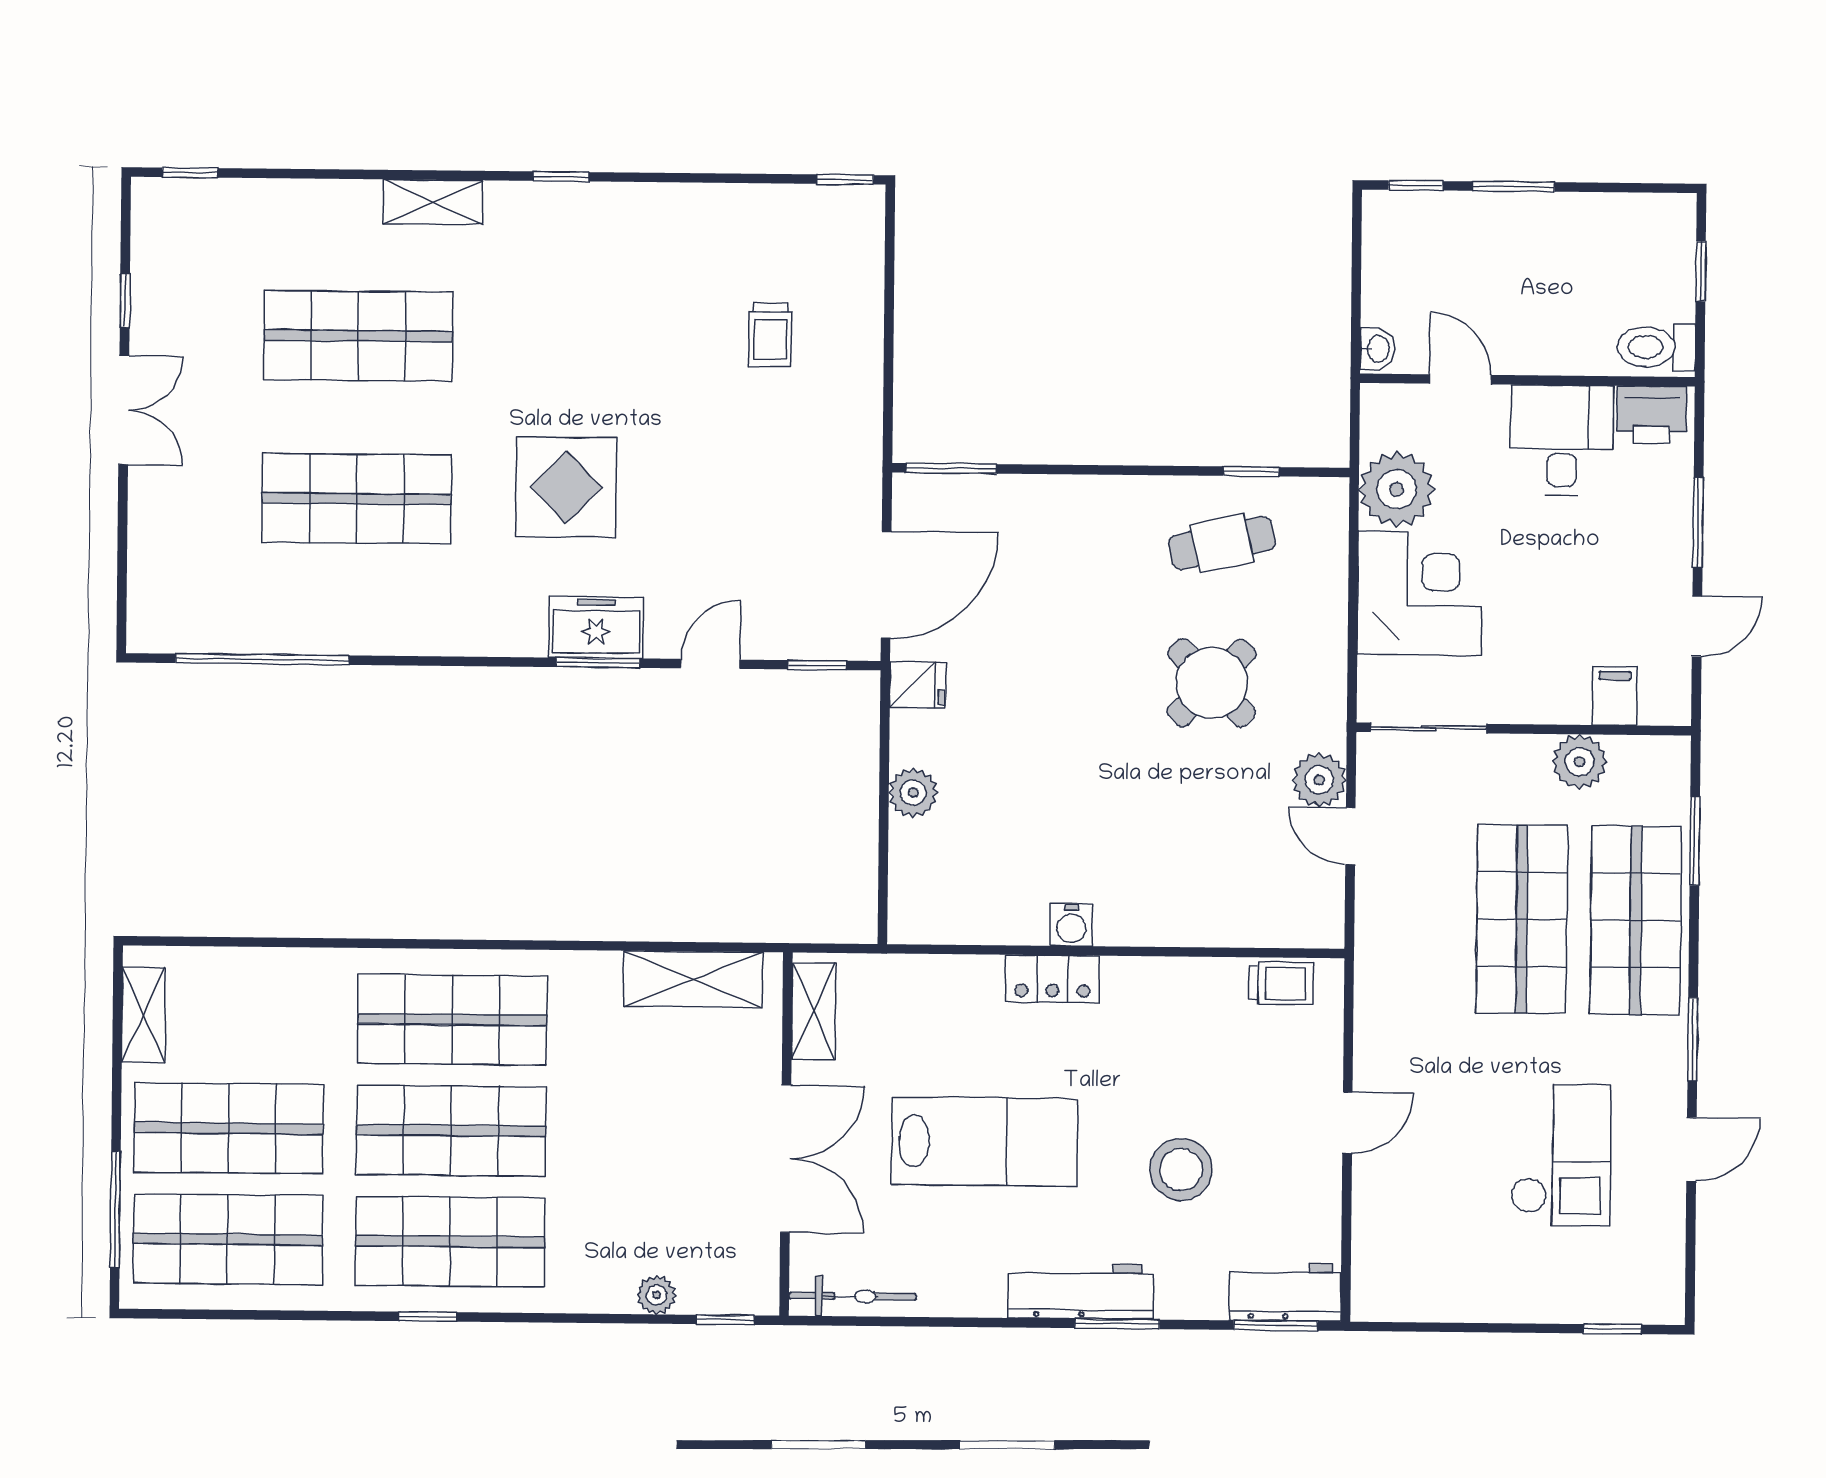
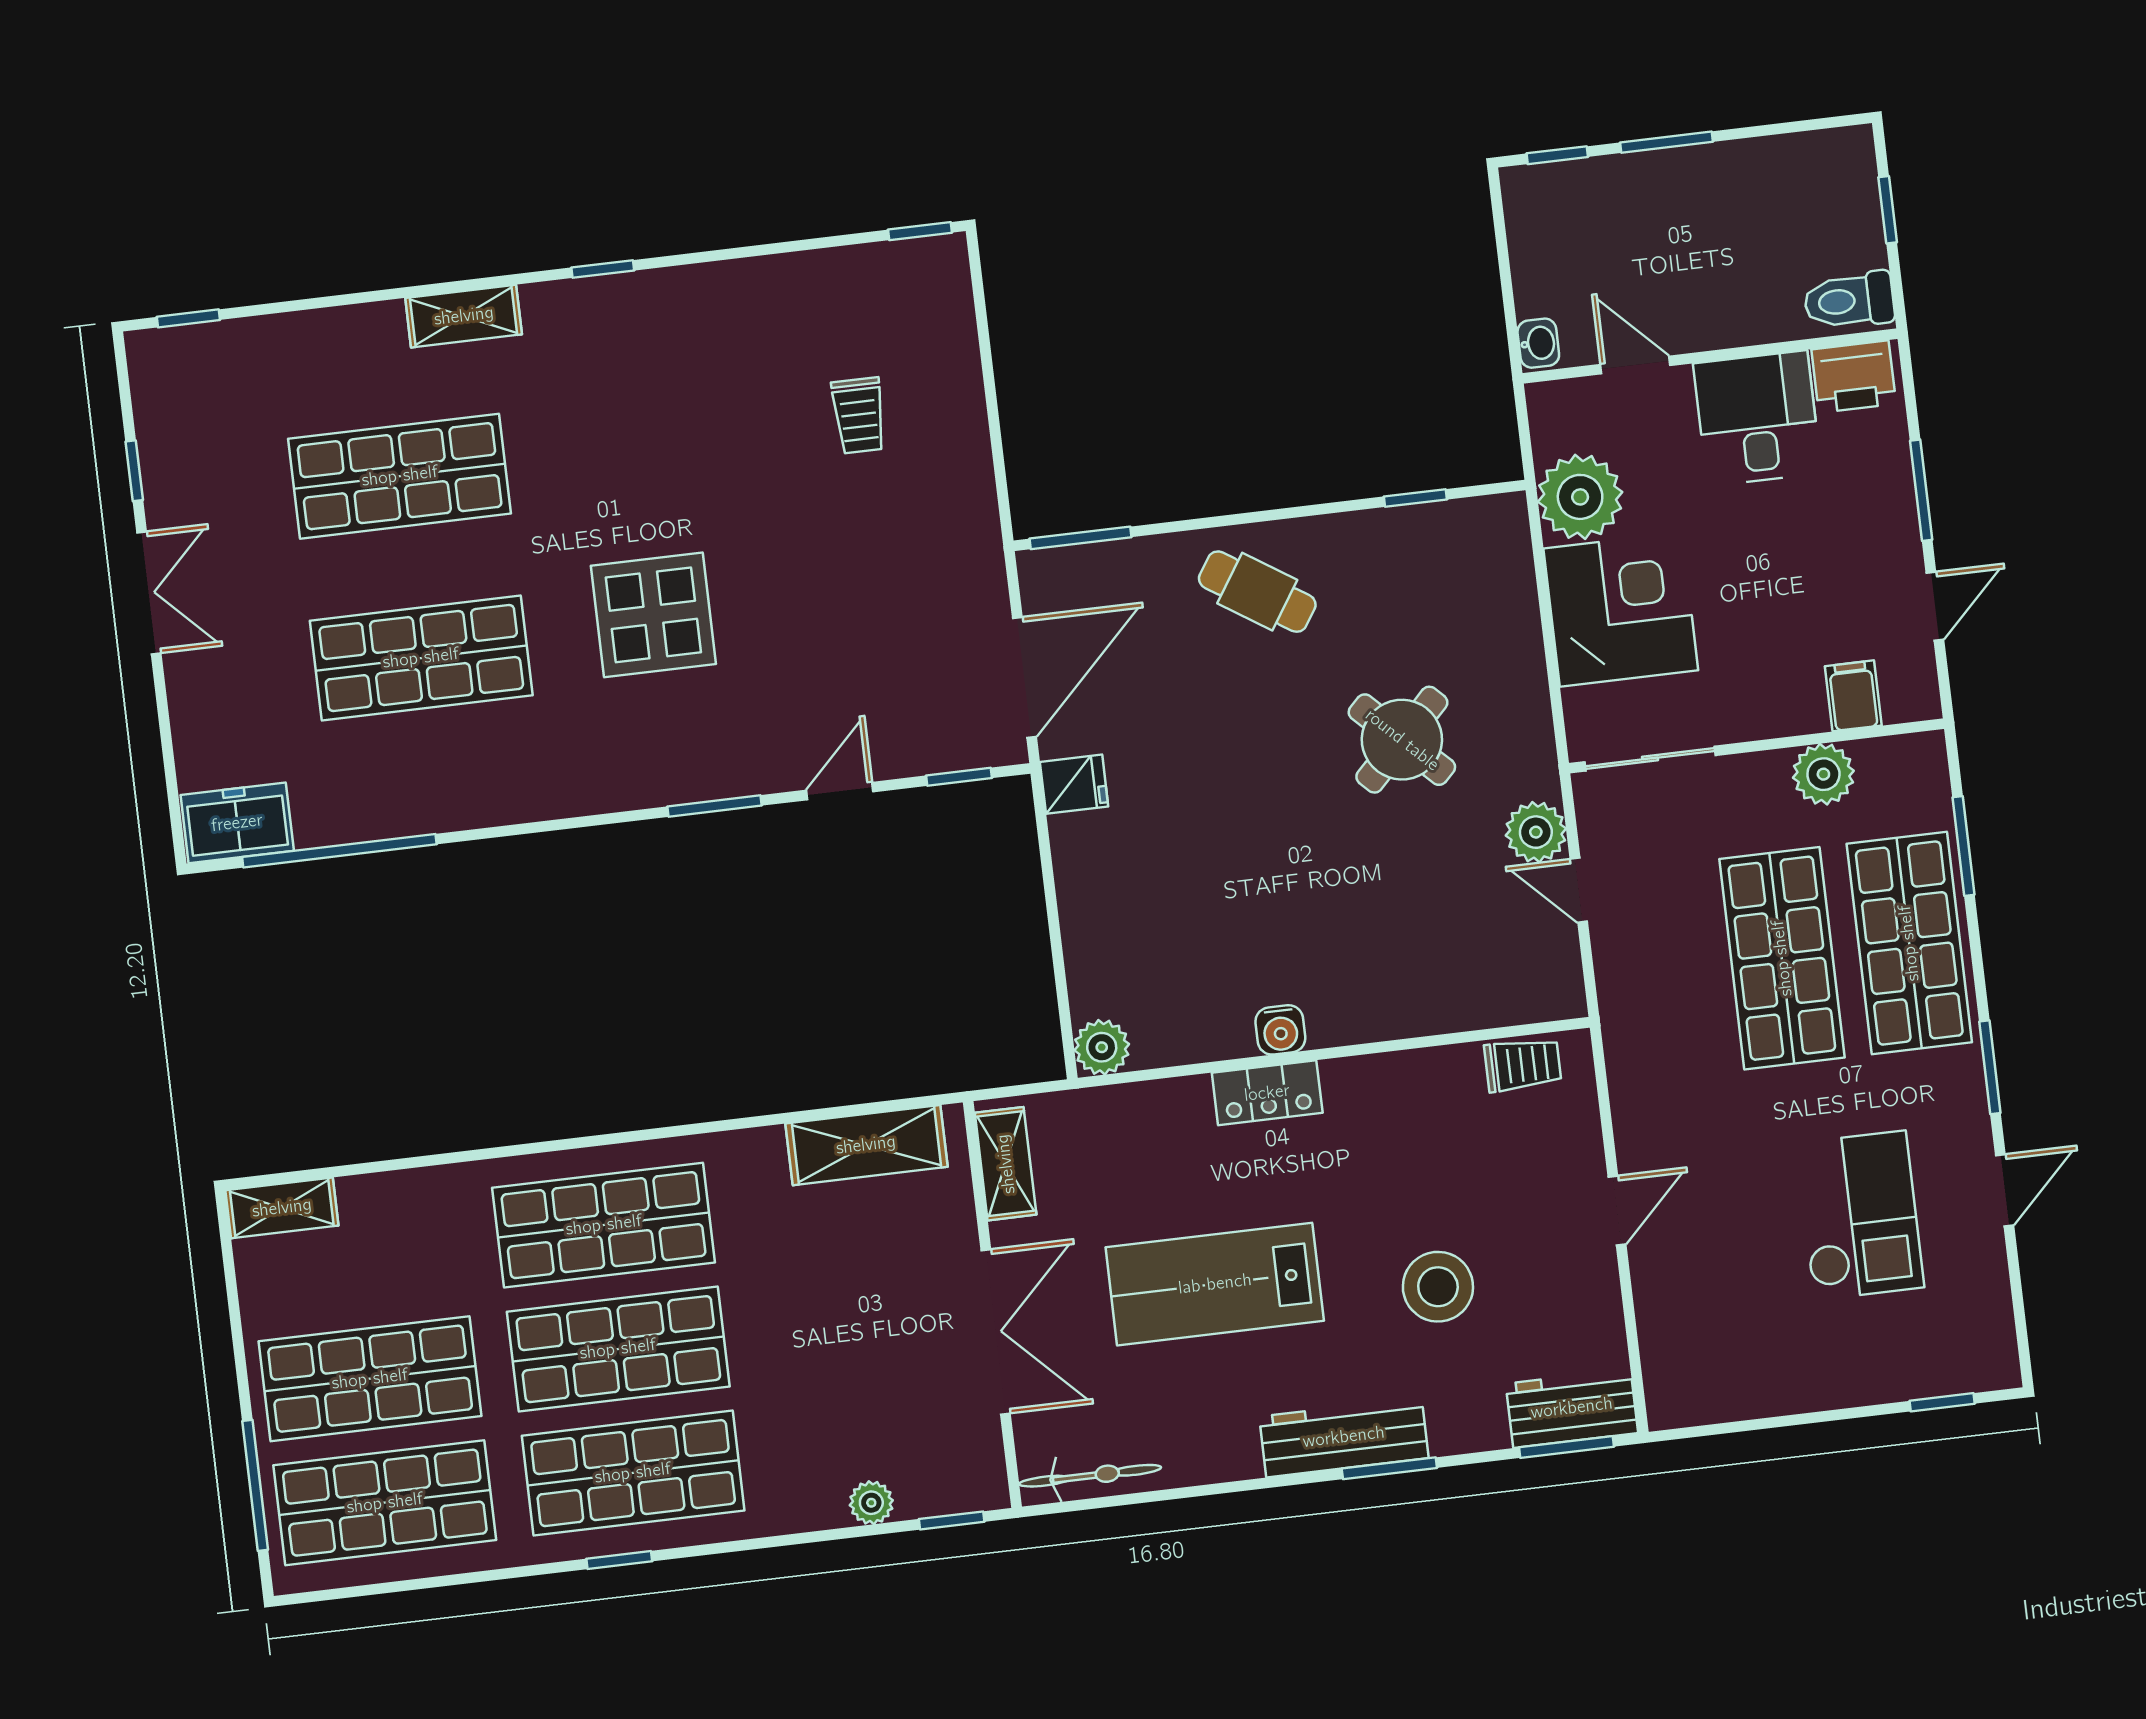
cafe table: (1222, 543) -> (1257, 592), moved, turned 46
freezer: (596, 627) -> (237, 823), moved
plant: (913, 793) -> (1102, 1047), moved
shelving: (144, 1014) -> (282, 1208), moved, turned 90
lab bench: (984, 1142) -> (1215, 1284), turned 180

